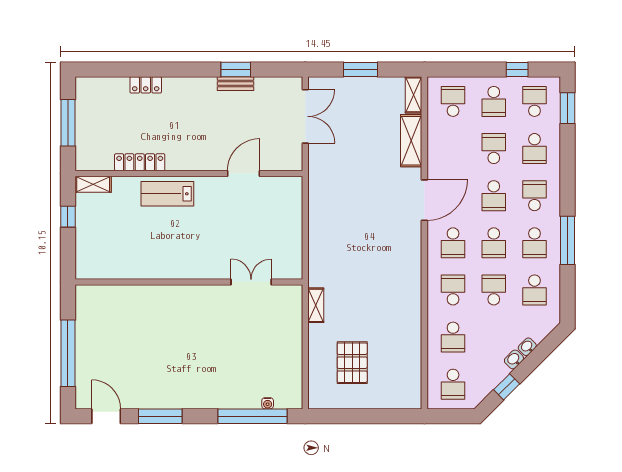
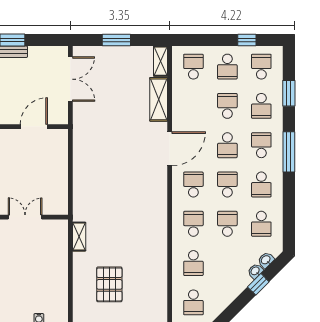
window: (568, 108) -> (289, 93), moved
door: (244, 173) -> (34, 127), moved
window: (568, 240) -> (289, 152), moved
school desk: (453, 243) -> (193, 184), turned 180
school desk: (494, 243) -> (227, 184), turned 180
washbasin: (514, 359) -> (266, 260), moved
window: (507, 387) -> (258, 284), moved

